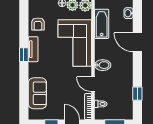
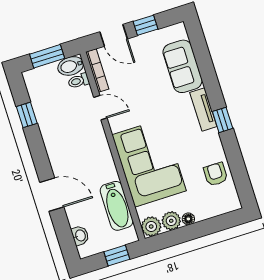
tv unit: (33, 49) -> (203, 109), moved
bidet: (103, 65) -> (71, 66), moved

